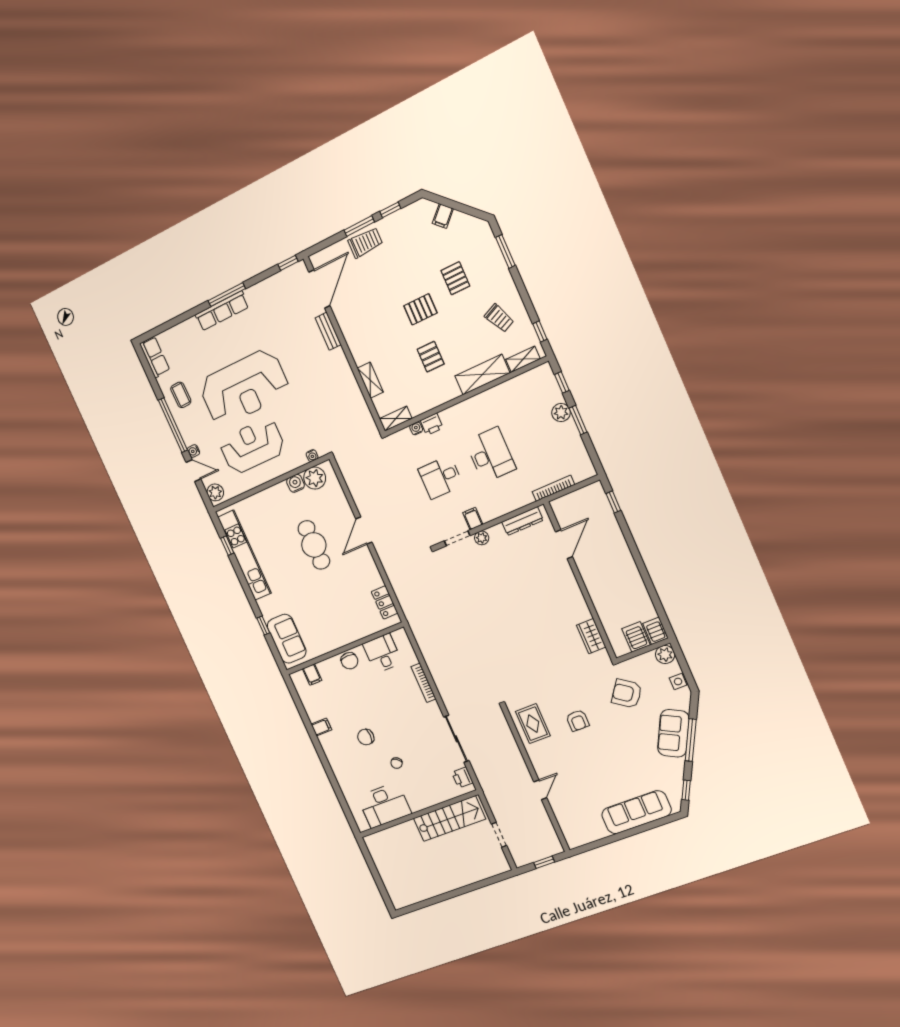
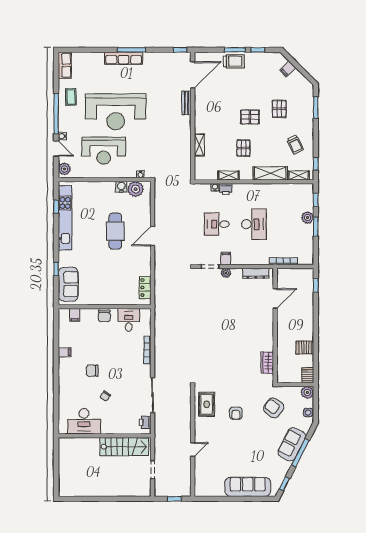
shelving: (396, 419) -> (228, 175), moved
reception desk: (252, 446) -> (104, 151), turned 180
server rack: (636, 637) -> (305, 348), moved, turned -90

